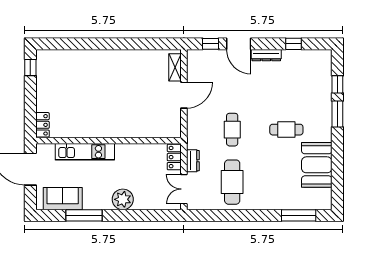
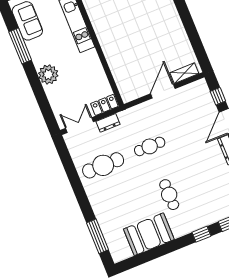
door: (184, 95) -> (163, 91), swing flipped
window: (337, 114) -> (201, 234), width x0.67

